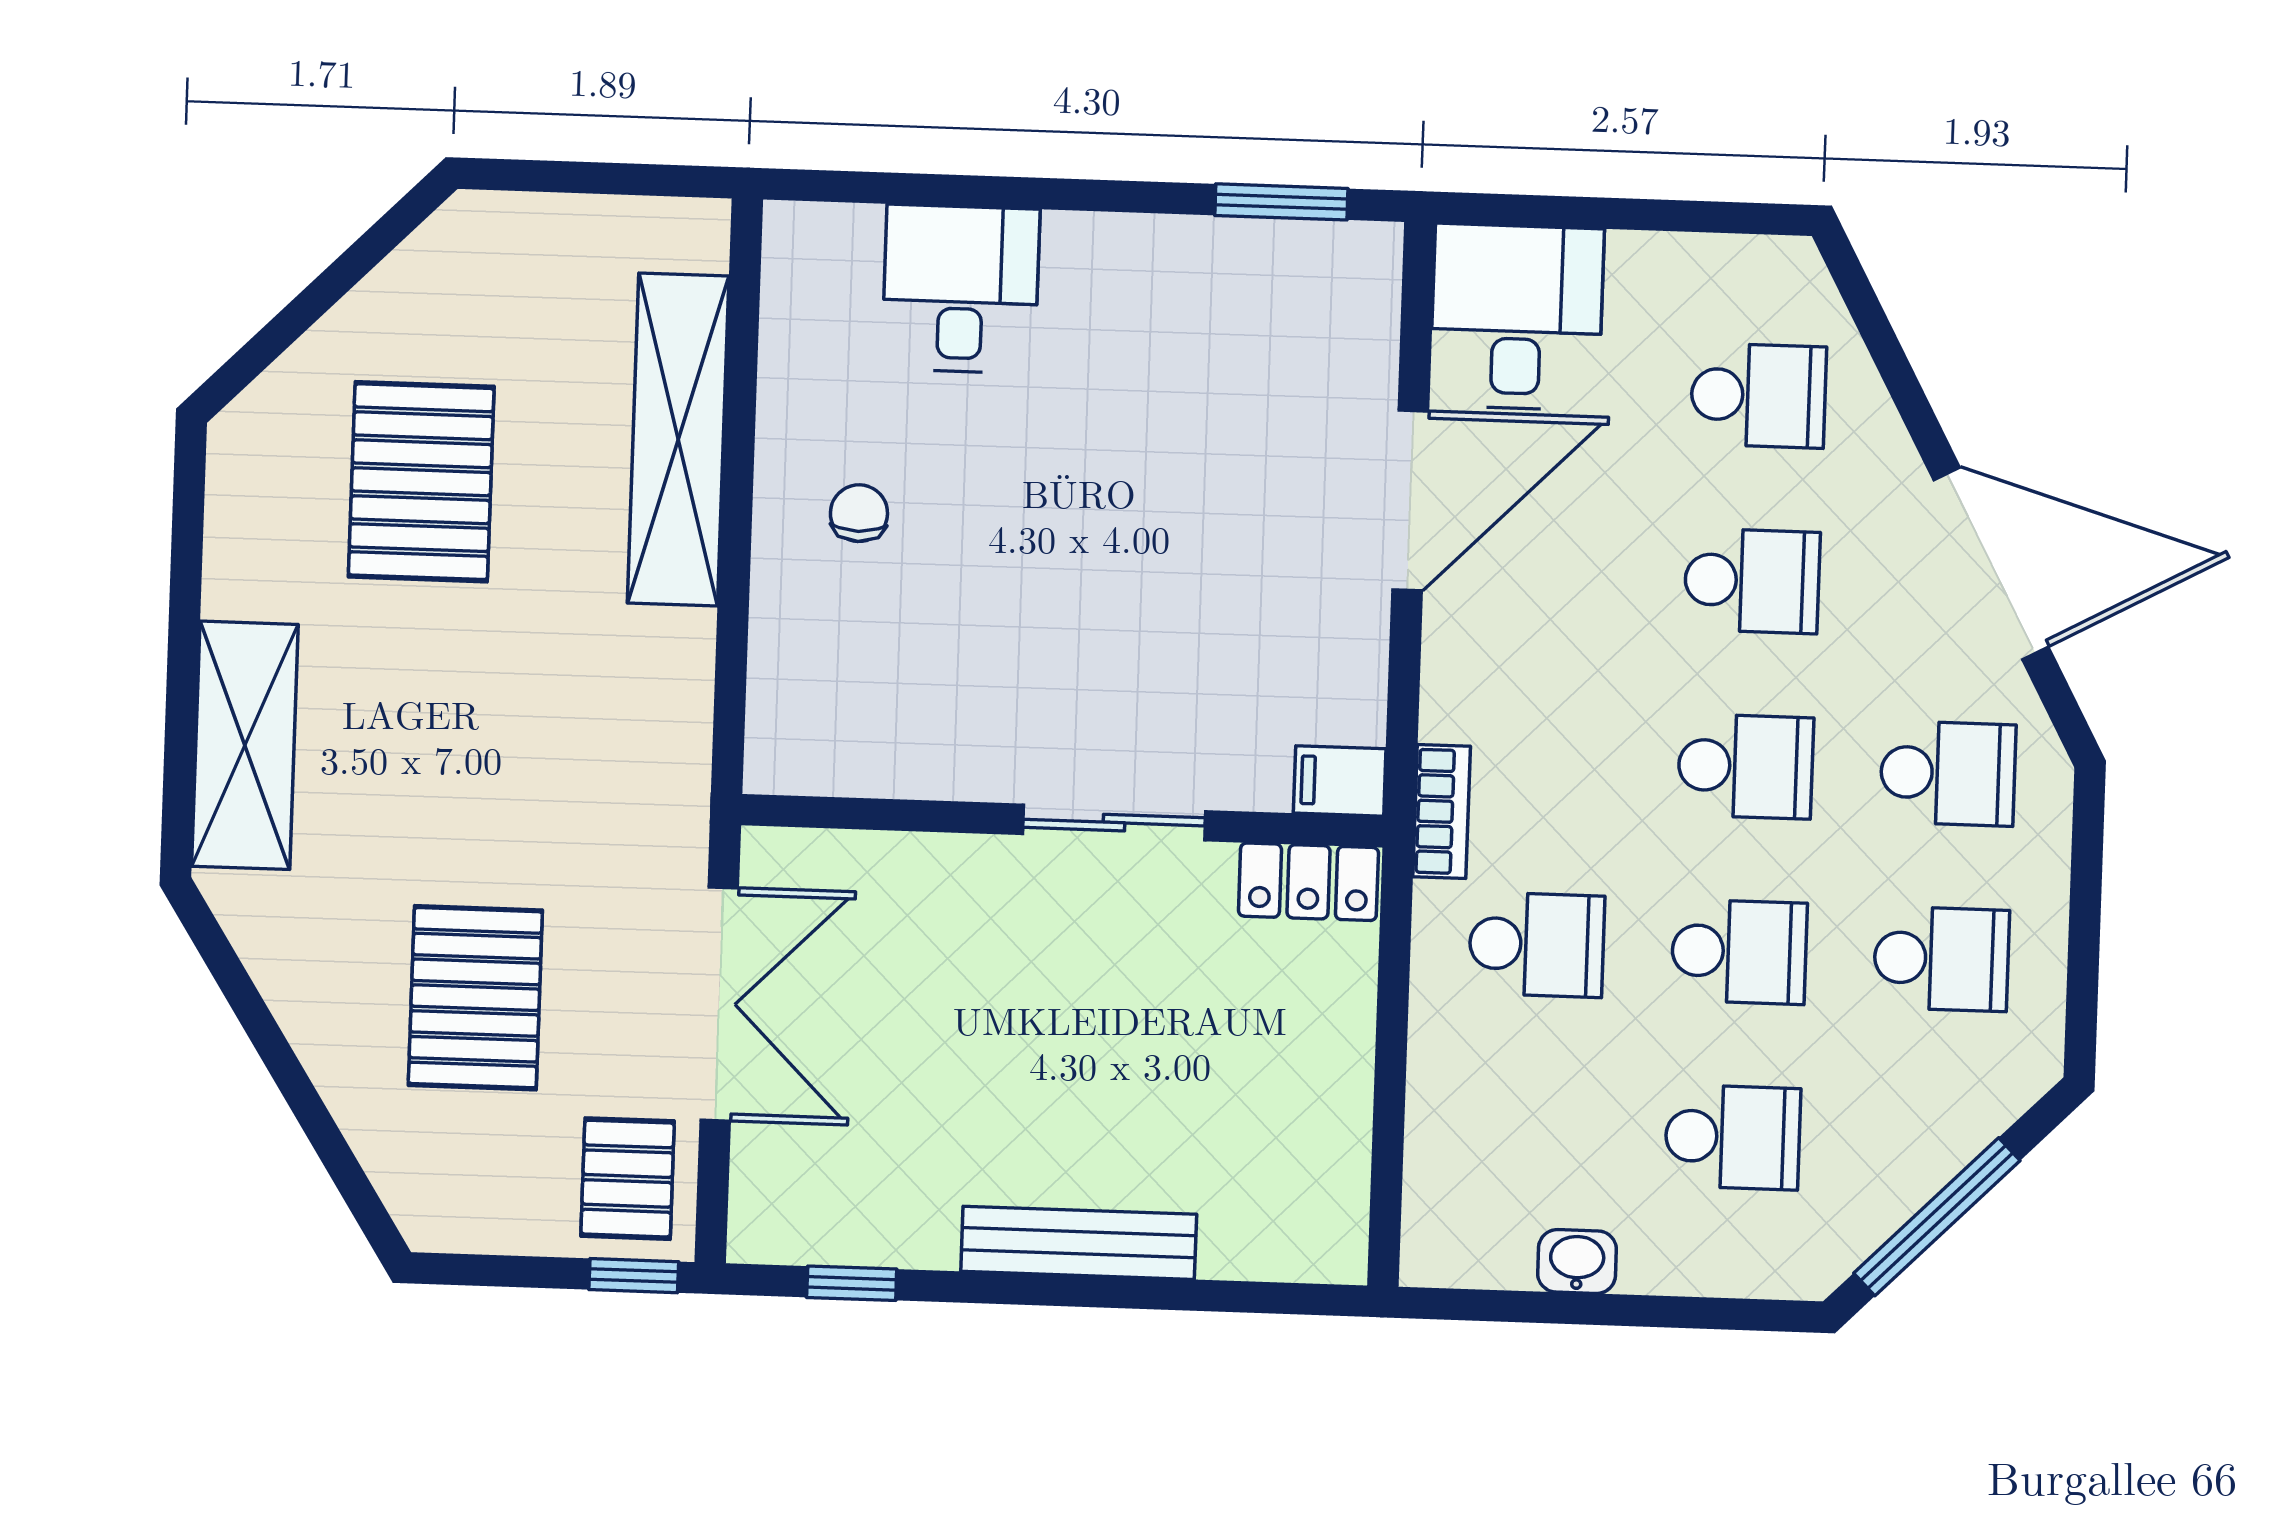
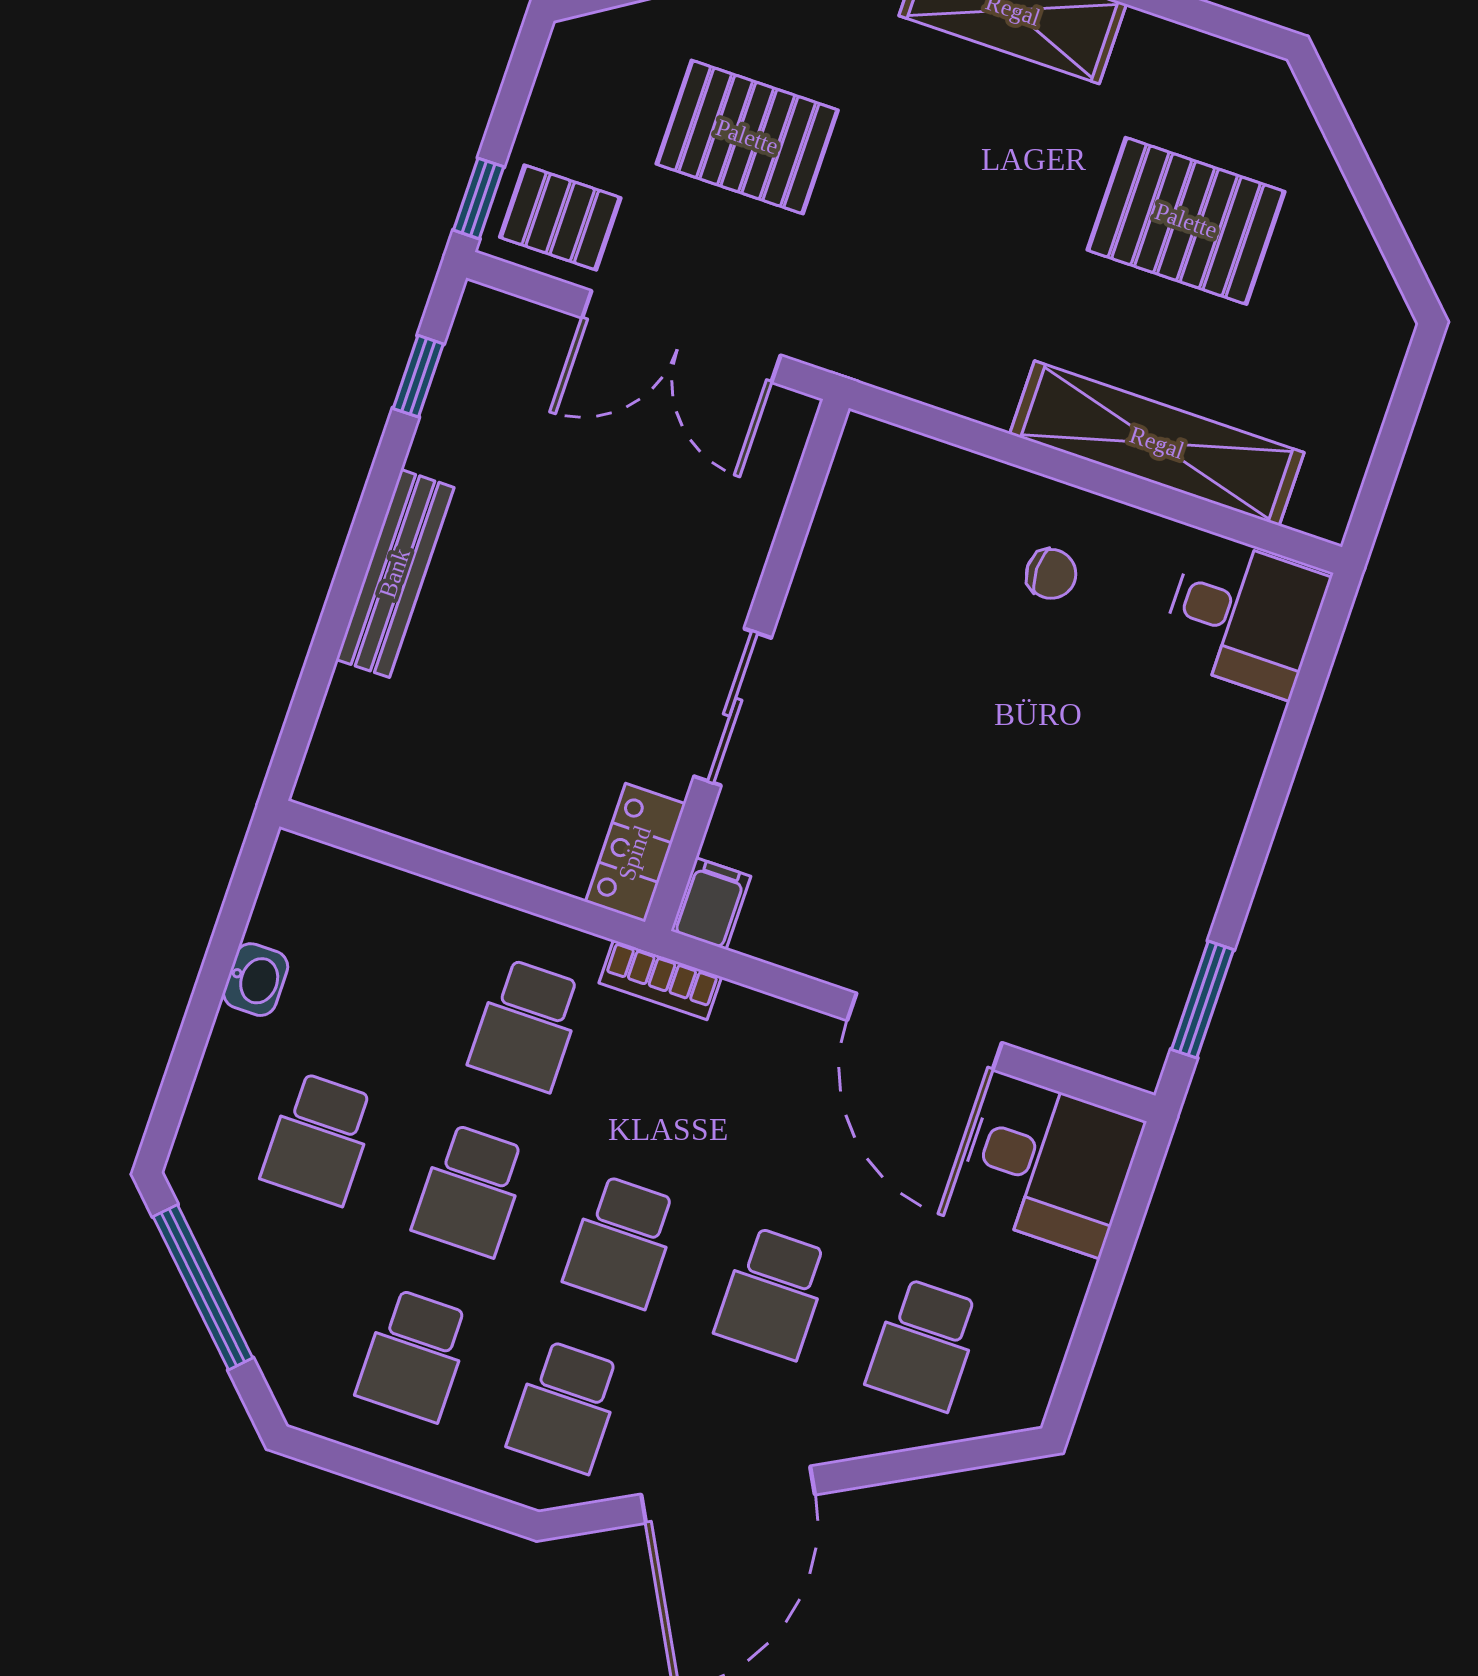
desk: (961, 289) -> (1244, 616), moved

